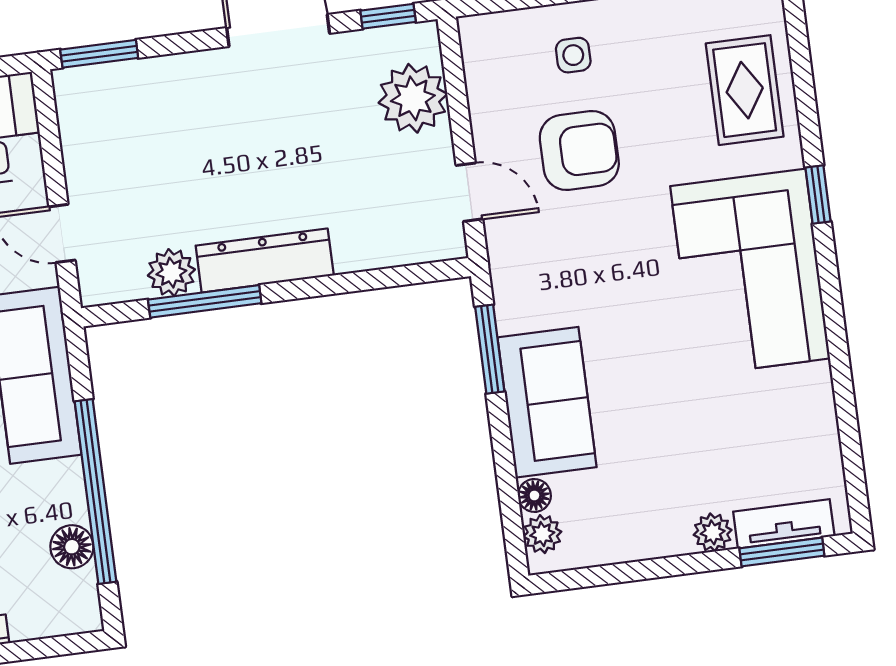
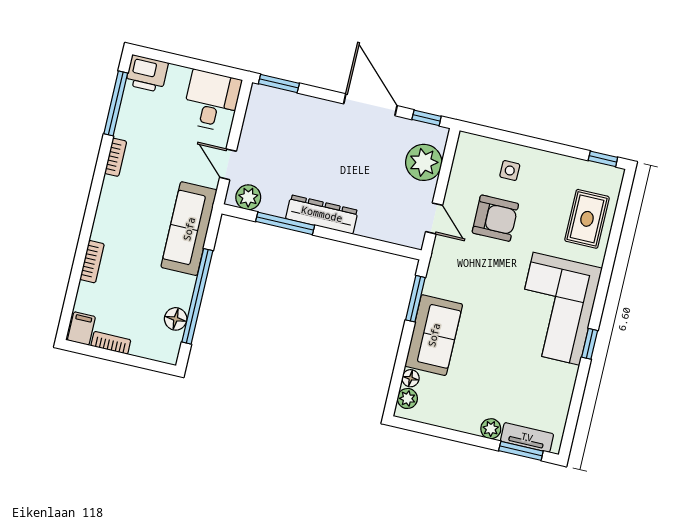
window: (818, 194) -> (590, 344), moved
plant: (171, 273) -> (248, 197), moved

